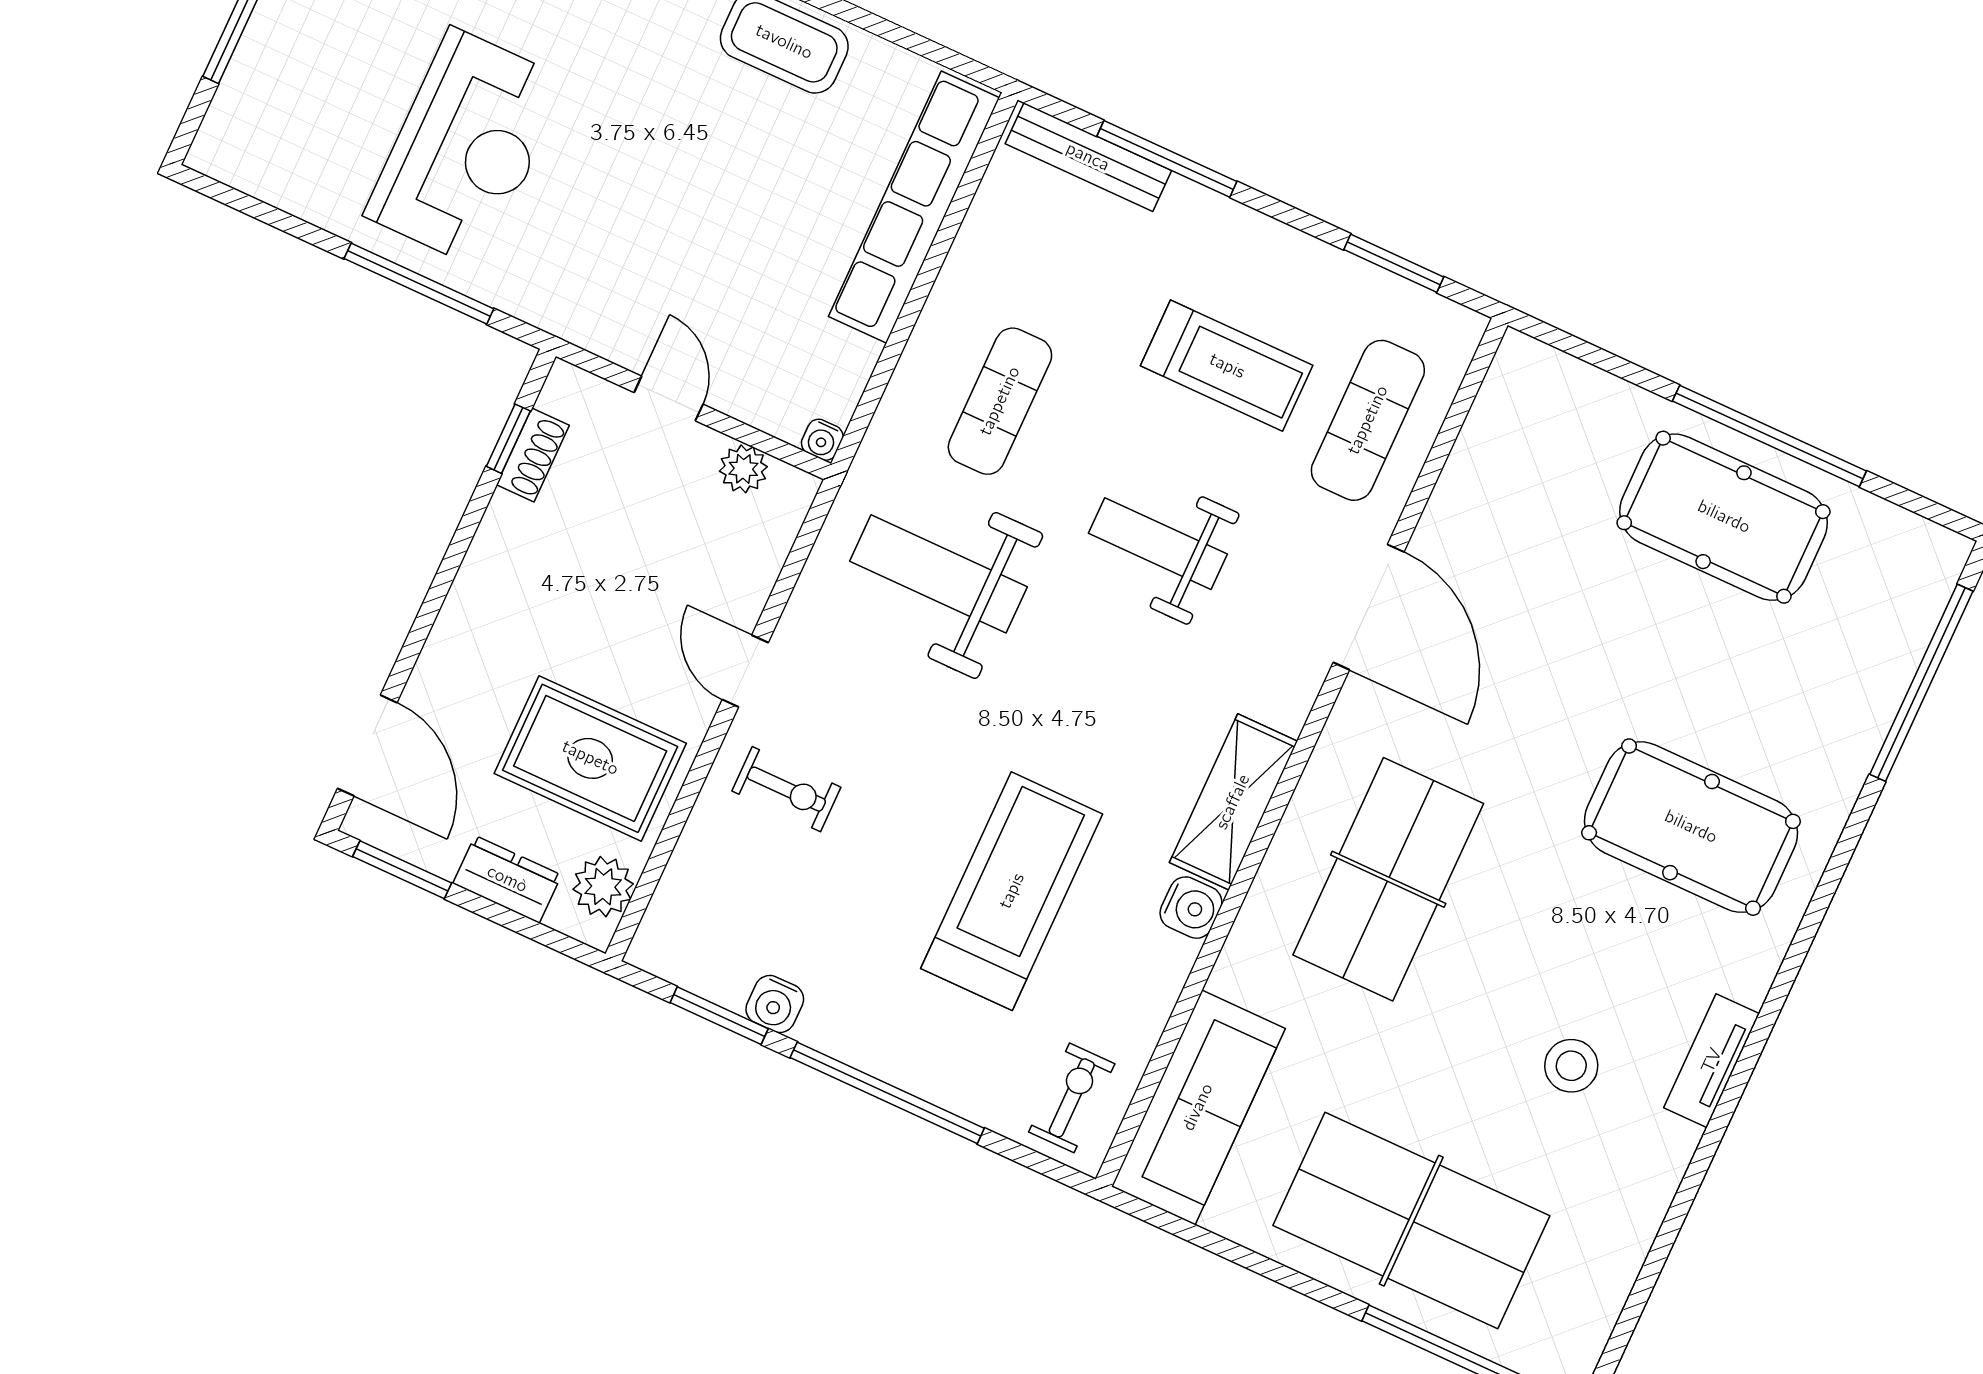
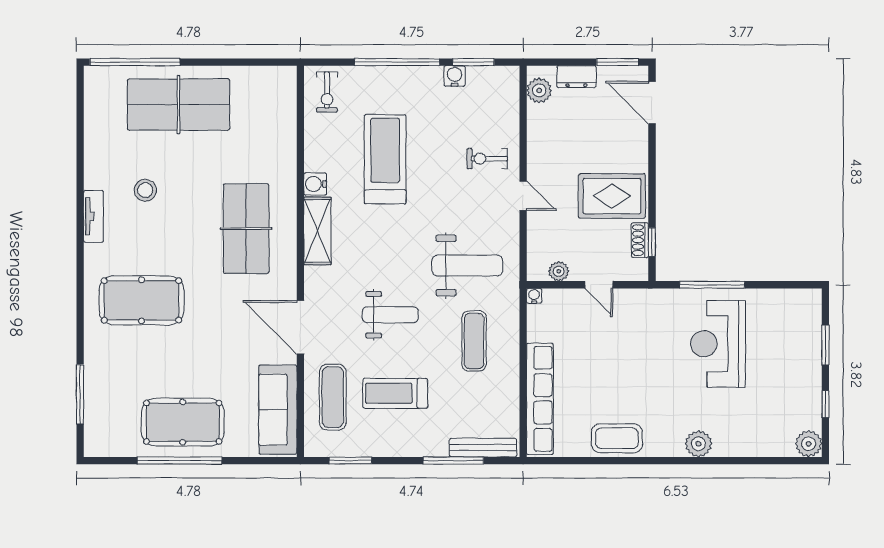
window: (1921, 683) -> (80, 394), width x0.68
rug: (590, 758) -> (612, 196), moved
treadmill: (1012, 891) -> (385, 159), turned 180
sofa: (1198, 1107) -> (278, 410), moved

